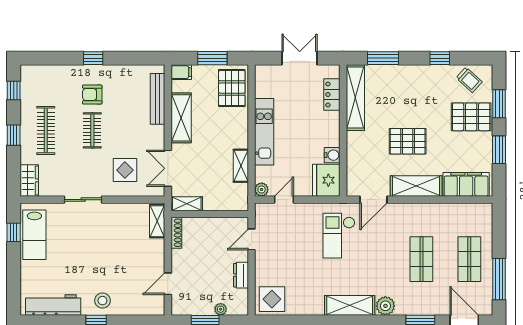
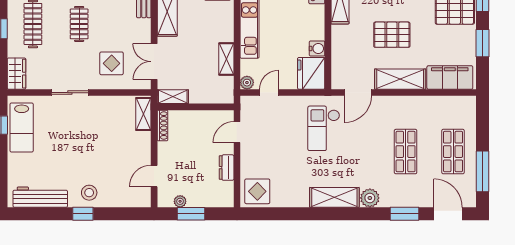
plant: (221, 309) -> (180, 201), moved

